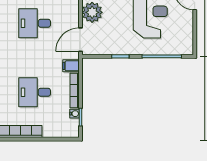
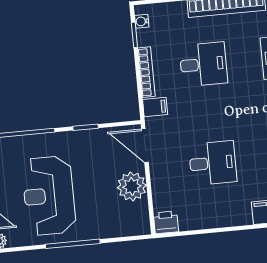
door: (80, 40) -> (145, 146), swing flipped
water cooler: (75, 114) -> (142, 21), moved

